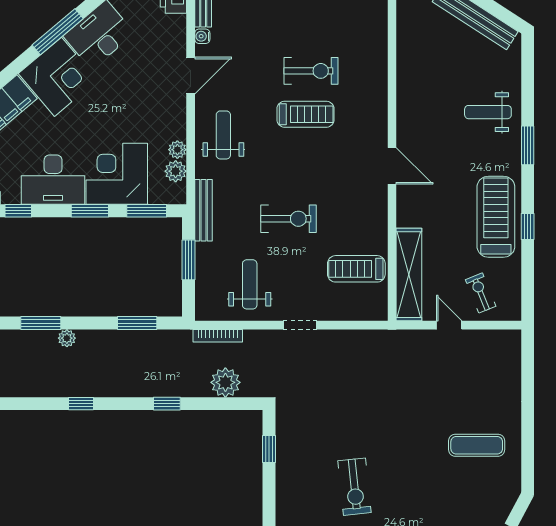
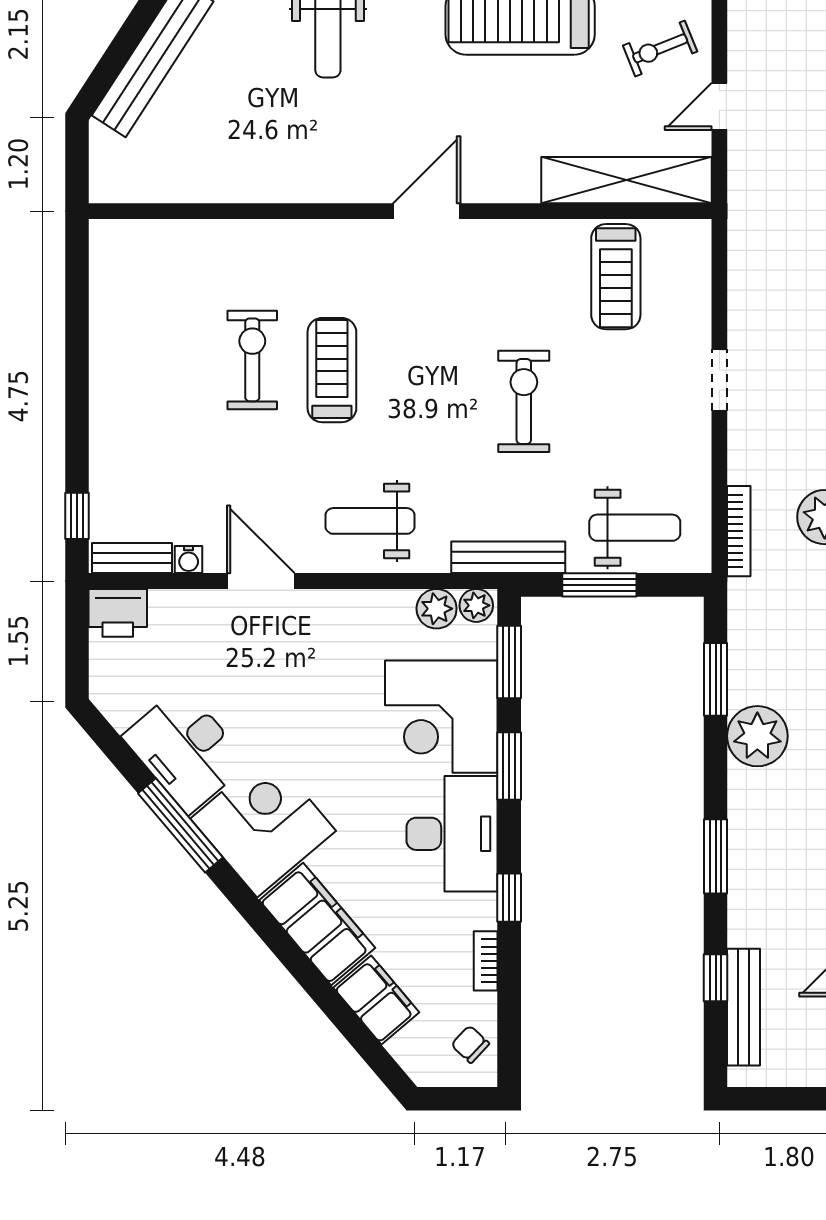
plant: (177, 150) -> (476, 605), moved
weight bench: (250, 284) -> (635, 528), moved, turned 180
plant: (67, 338) -> (757, 736), moved, width x1.88, depth x1.88

